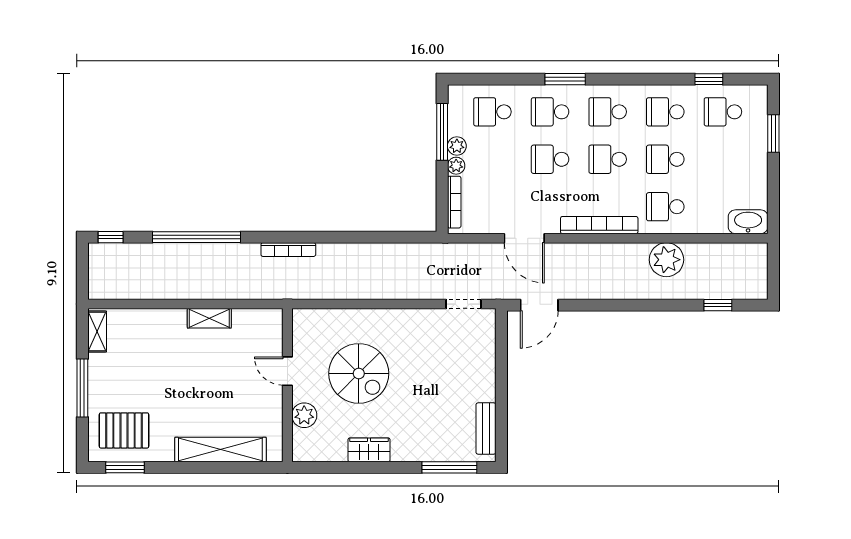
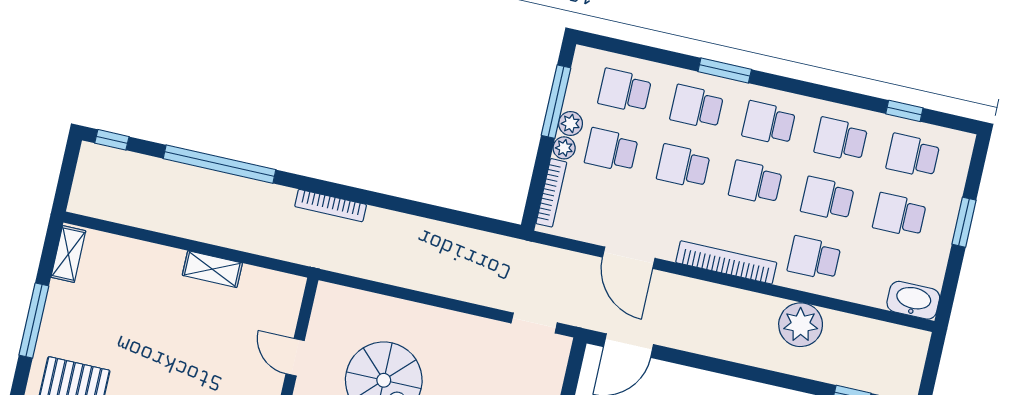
window: (773, 133) -> (964, 222), moved
school desk: (492, 159) -> (611, 150), added
school desk: (723, 159) -> (899, 215), added

